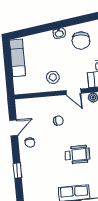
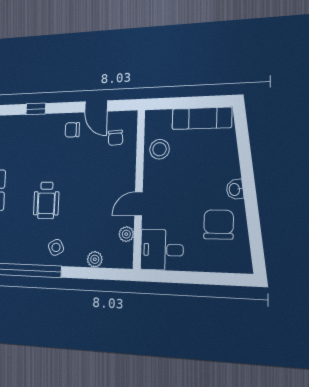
chair: (81, 41) -> (219, 225), turned 86
stool: (53, 77) -> (160, 149), moved
chair: (58, 121) -> (115, 138), moved

